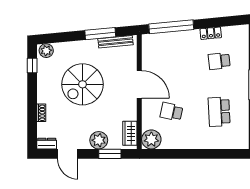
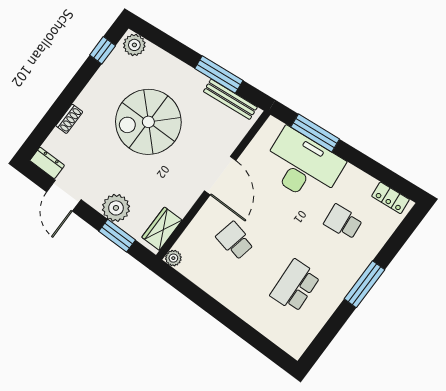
window: (171, 27) -> (315, 133), width x0.68
locker: (211, 33) -> (390, 198), moved
desk: (177, 48) -> (303, 166), added
plant: (151, 139) -> (173, 258), width x0.53, depth x0.53

